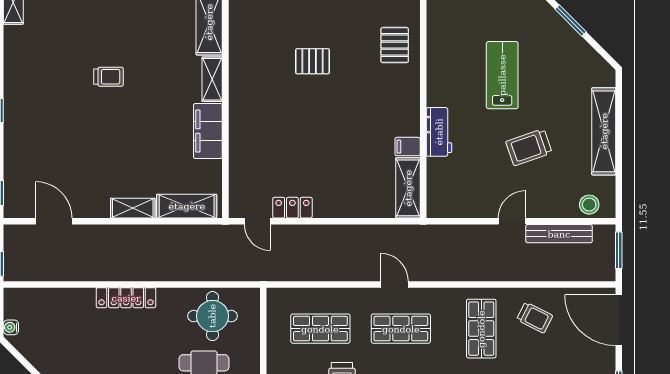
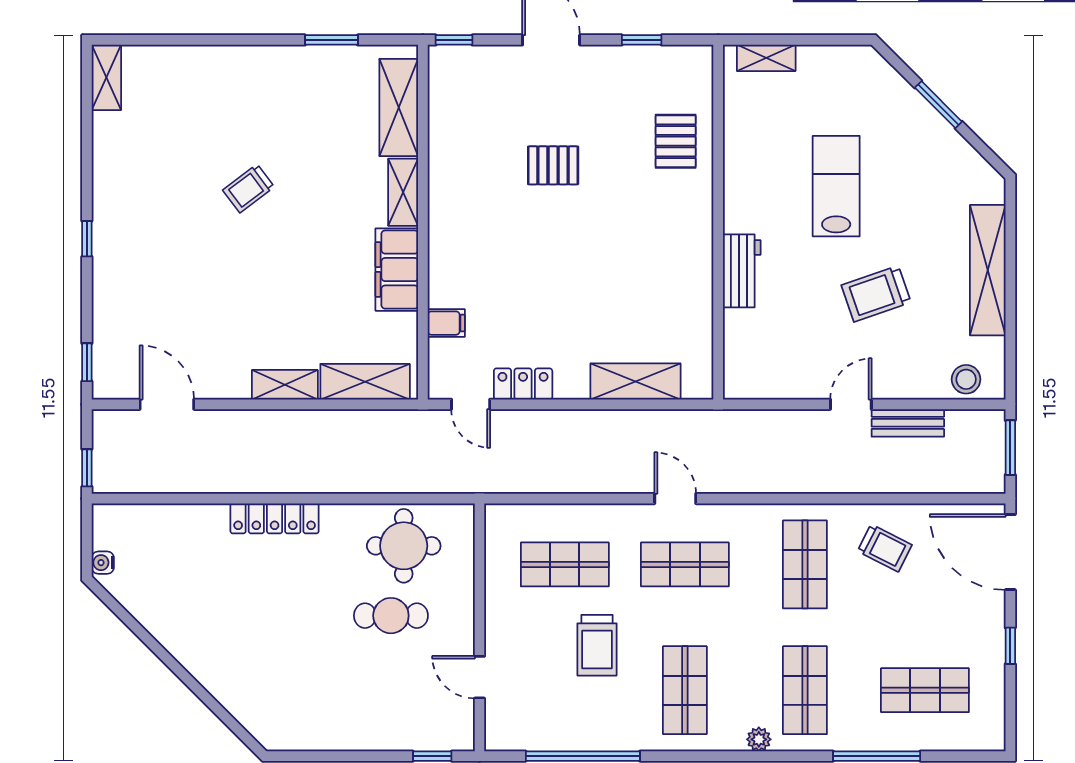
trolley: (109, 77) -> (249, 188), turned 143
filing cabinet: (408, 147) -> (446, 323), moved, turned 180
shelving: (408, 188) -> (636, 382), moved, turned 90
bench: (559, 234) -> (908, 423), width x0.73

